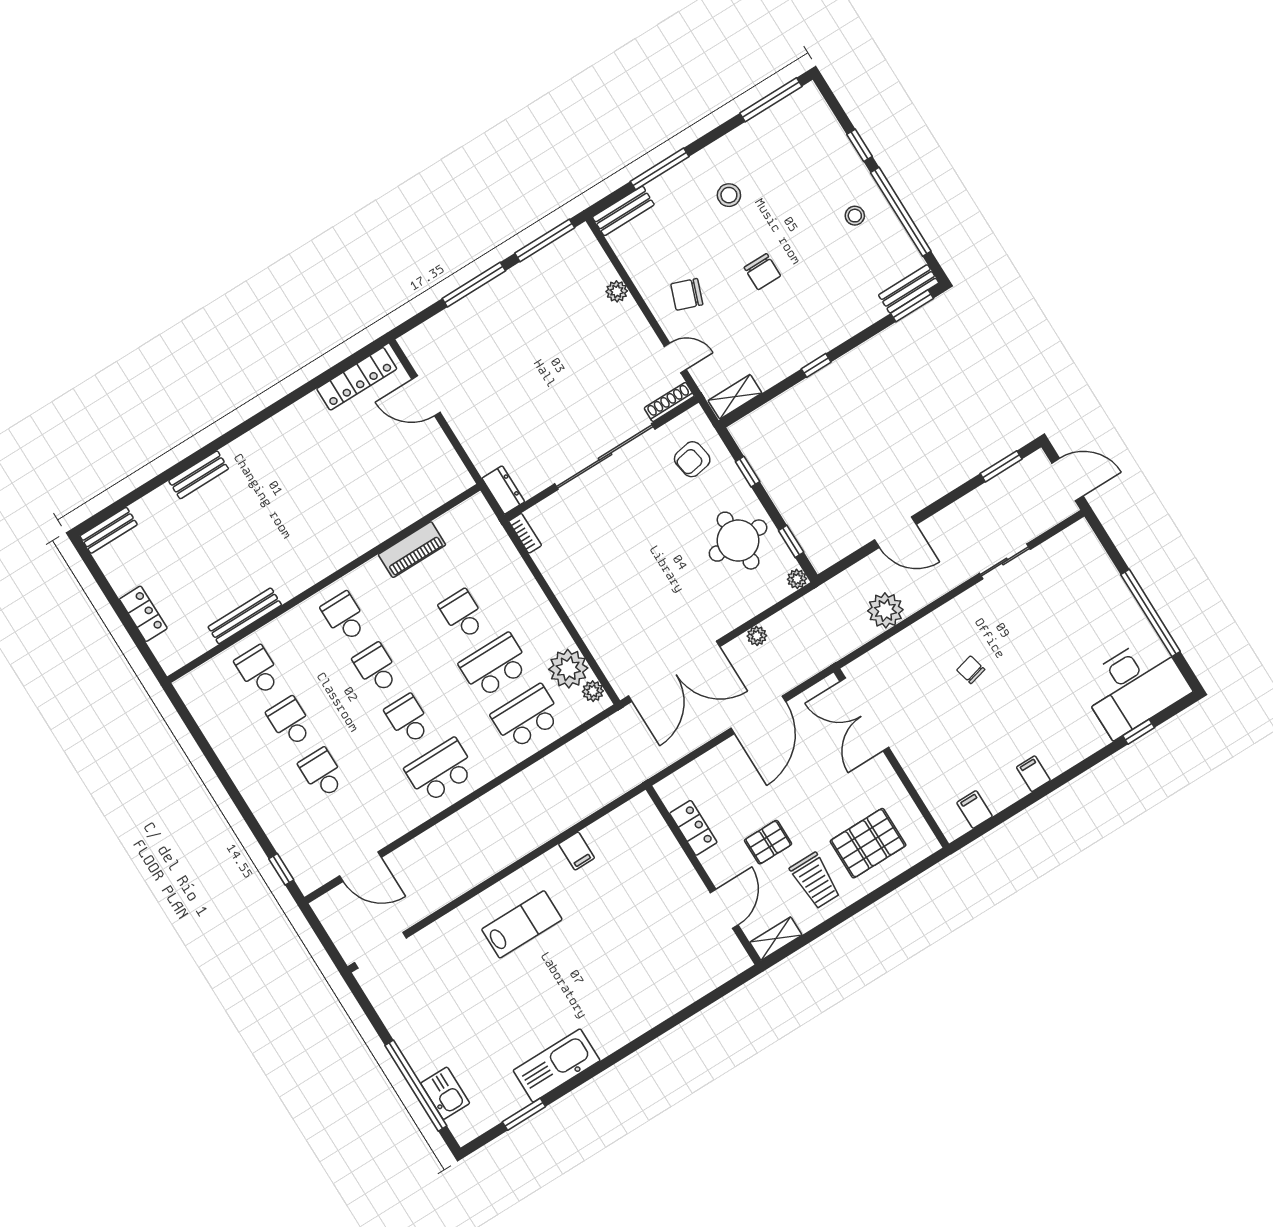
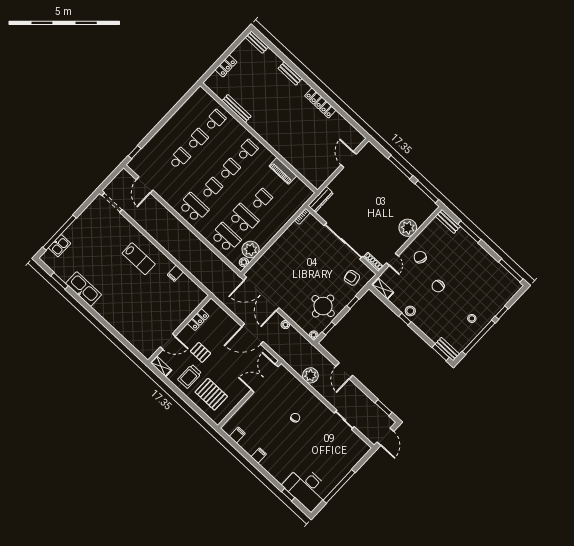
stool: (729, 195) -> (410, 311), moved
plant: (617, 291) -> (408, 228), width x1.88, depth x1.88
locker: (357, 379) -> (320, 103), moved
dresser: (503, 490) -> (321, 199), width x1.44

